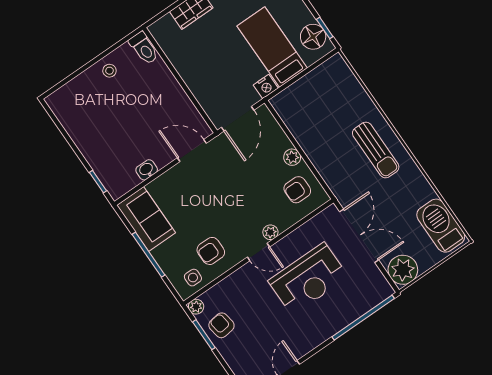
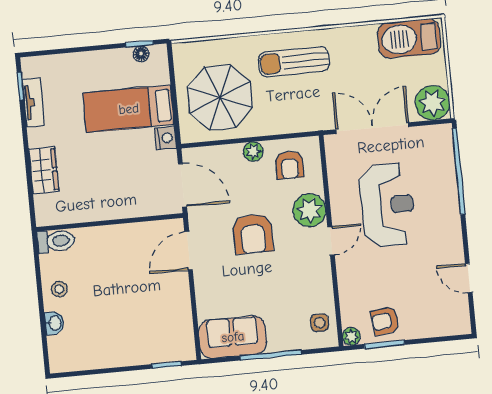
floor lamp: (313, 37) -> (141, 54), width x0.53, depth x0.53
parasol: (318, 110) -> (220, 97), added
sun lounger: (376, 150) -> (294, 62), turned 180
washbasin: (147, 170) -> (54, 323), moved, turned 180
plant: (270, 232) -> (309, 210), width x1.88, depth x1.88
armchair: (211, 251) -> (253, 234), moved, width x1.38, depth x1.38

